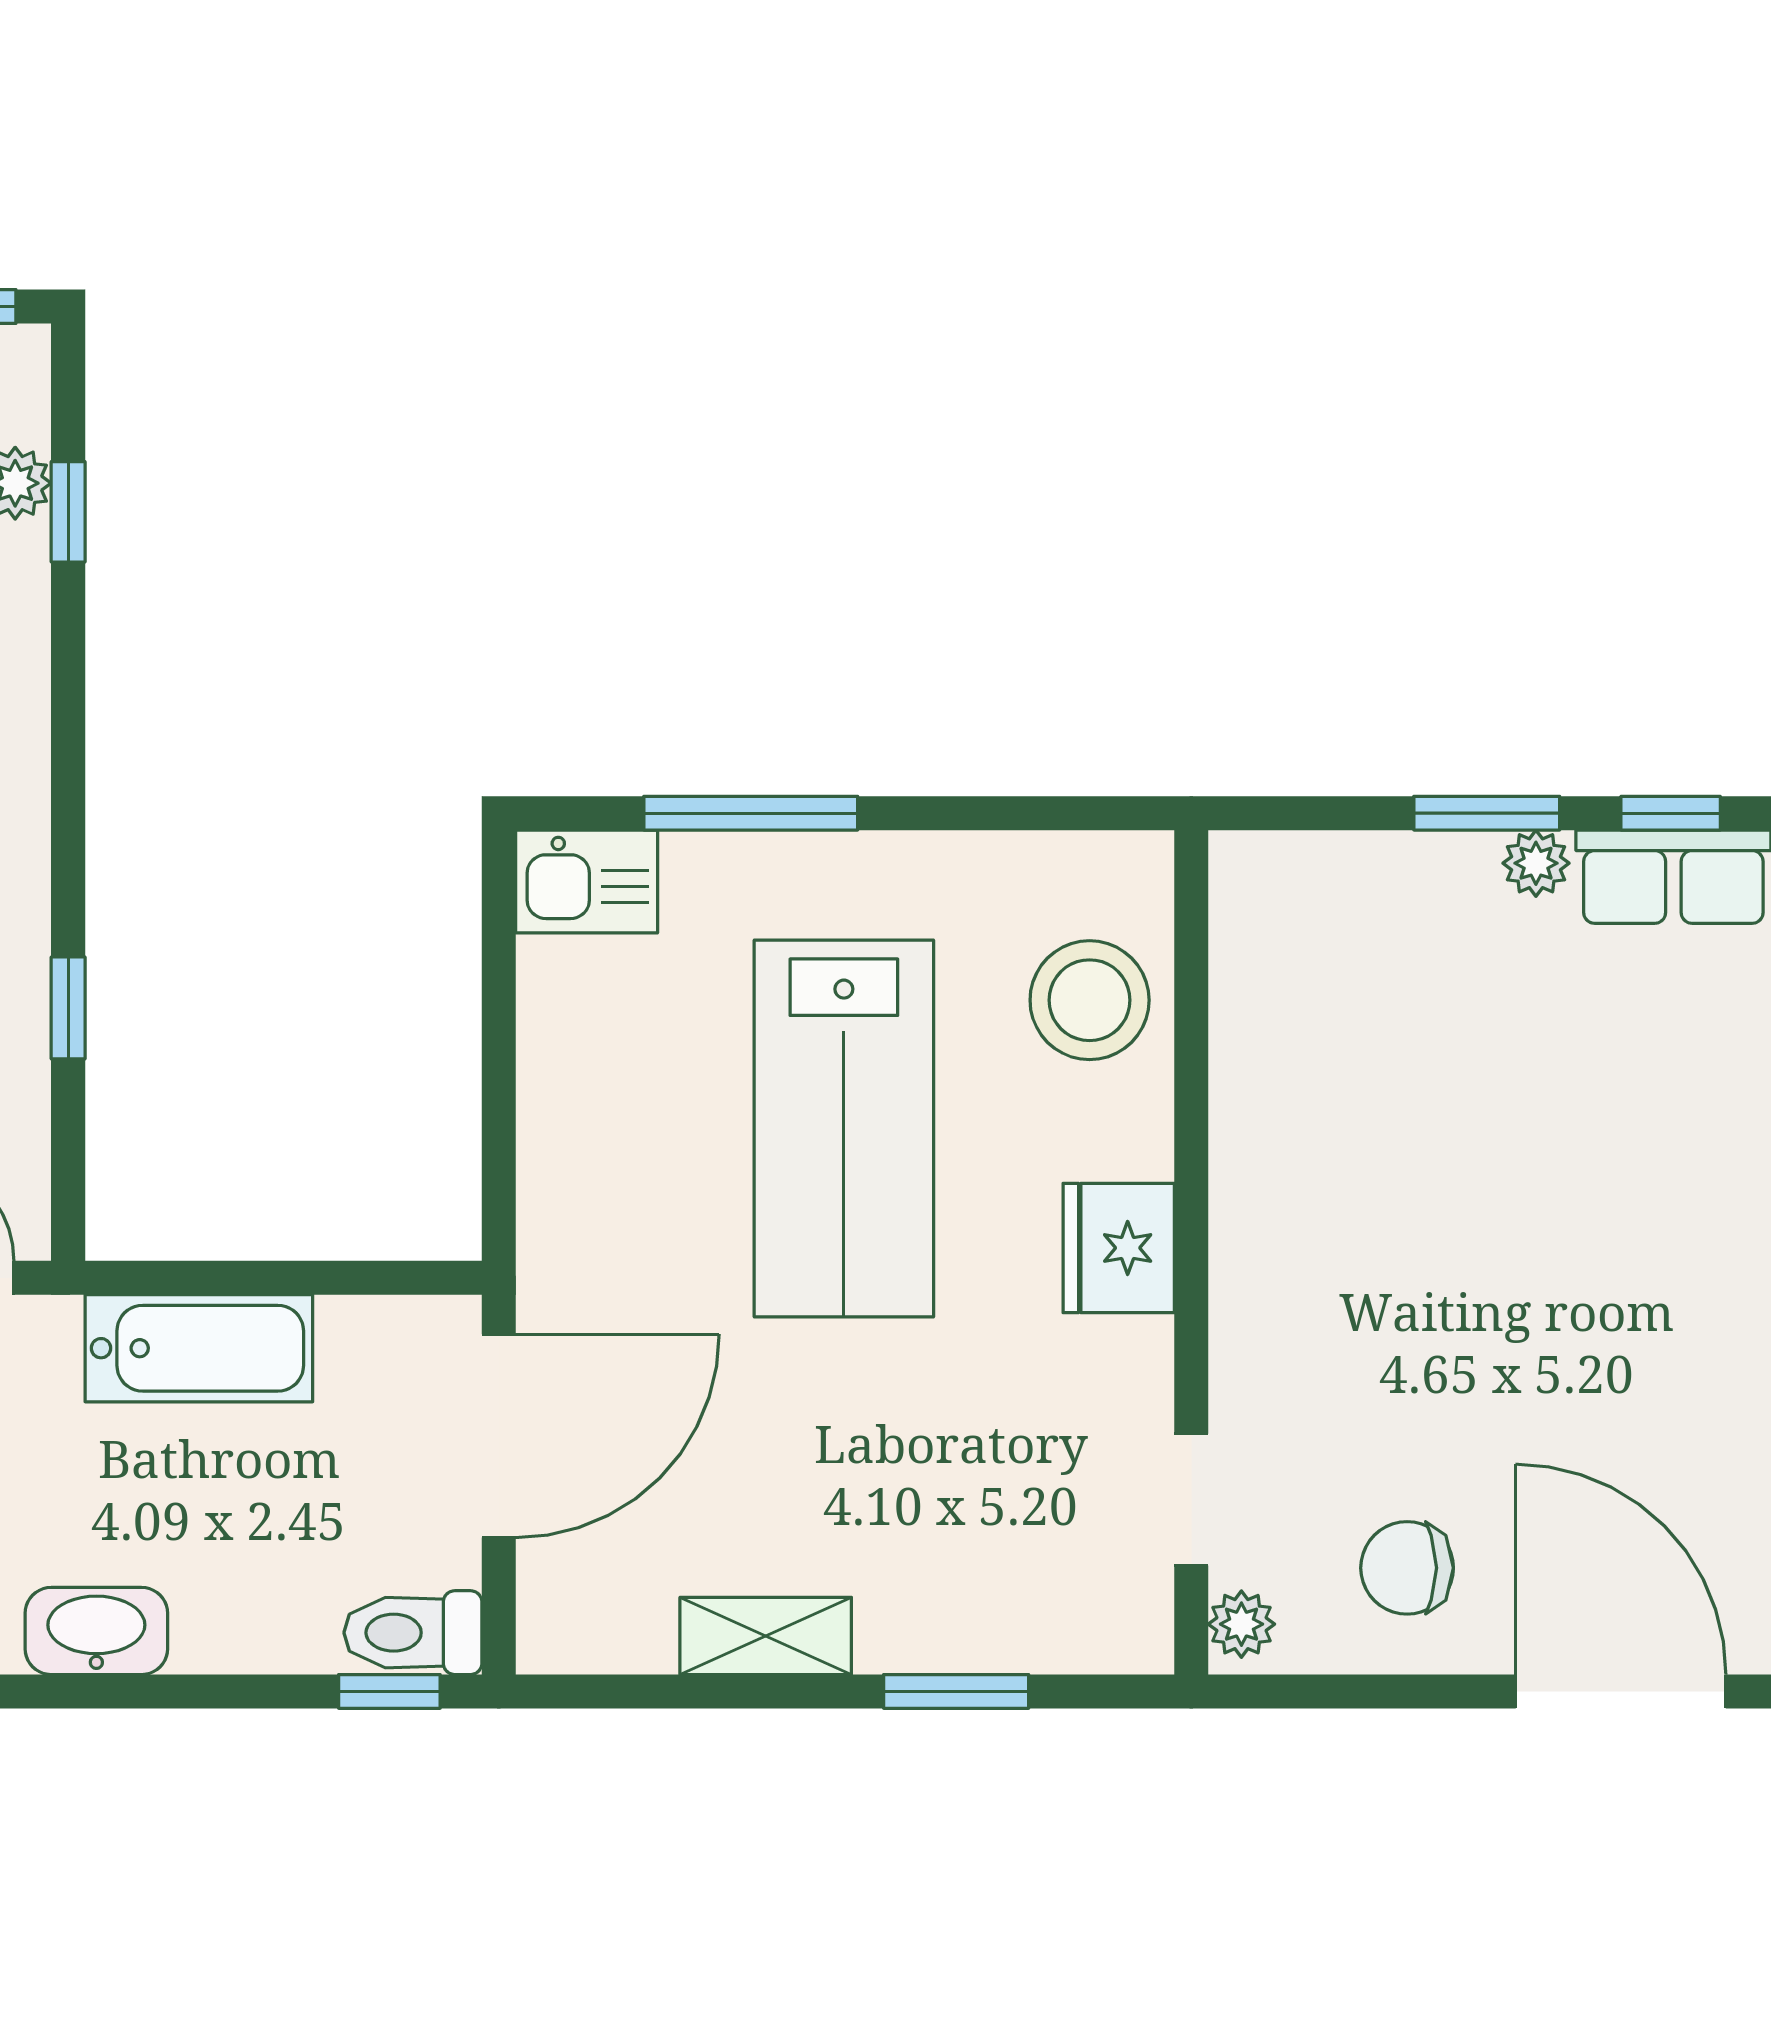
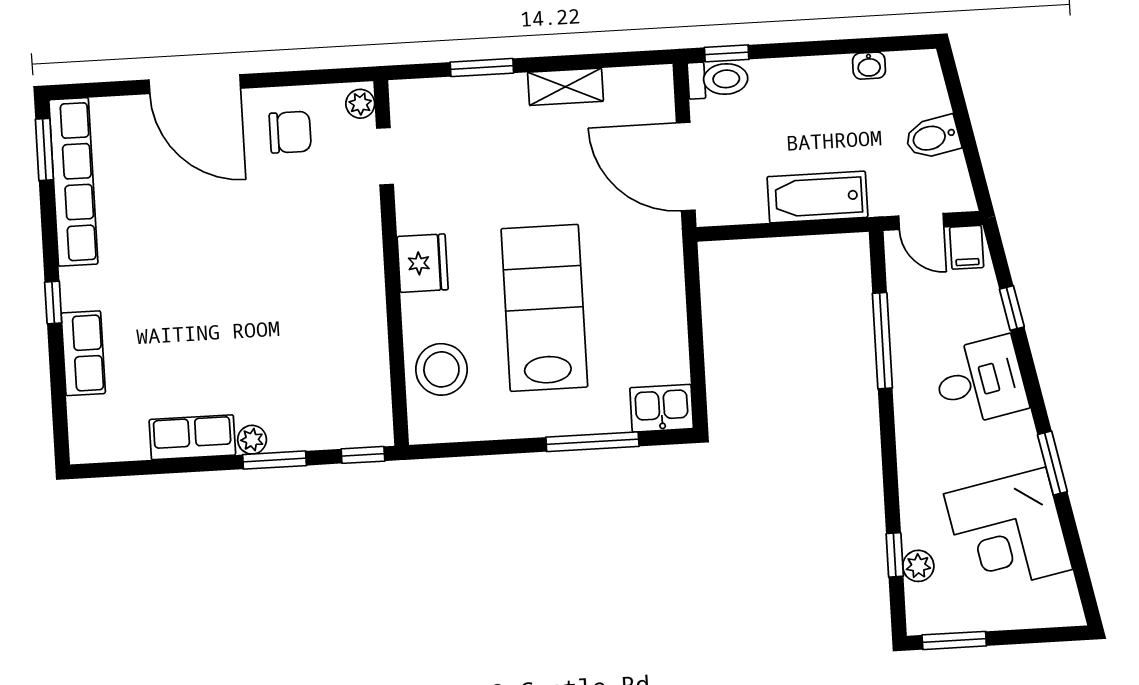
window: (1671, 813) -> (363, 455), moved
window: (68, 1008) -> (882, 341), width x2.17
door: (499, 1436) -> (686, 167), hinge flipped
washbasin: (96, 1631) -> (869, 66), width x0.52, depth x0.69

